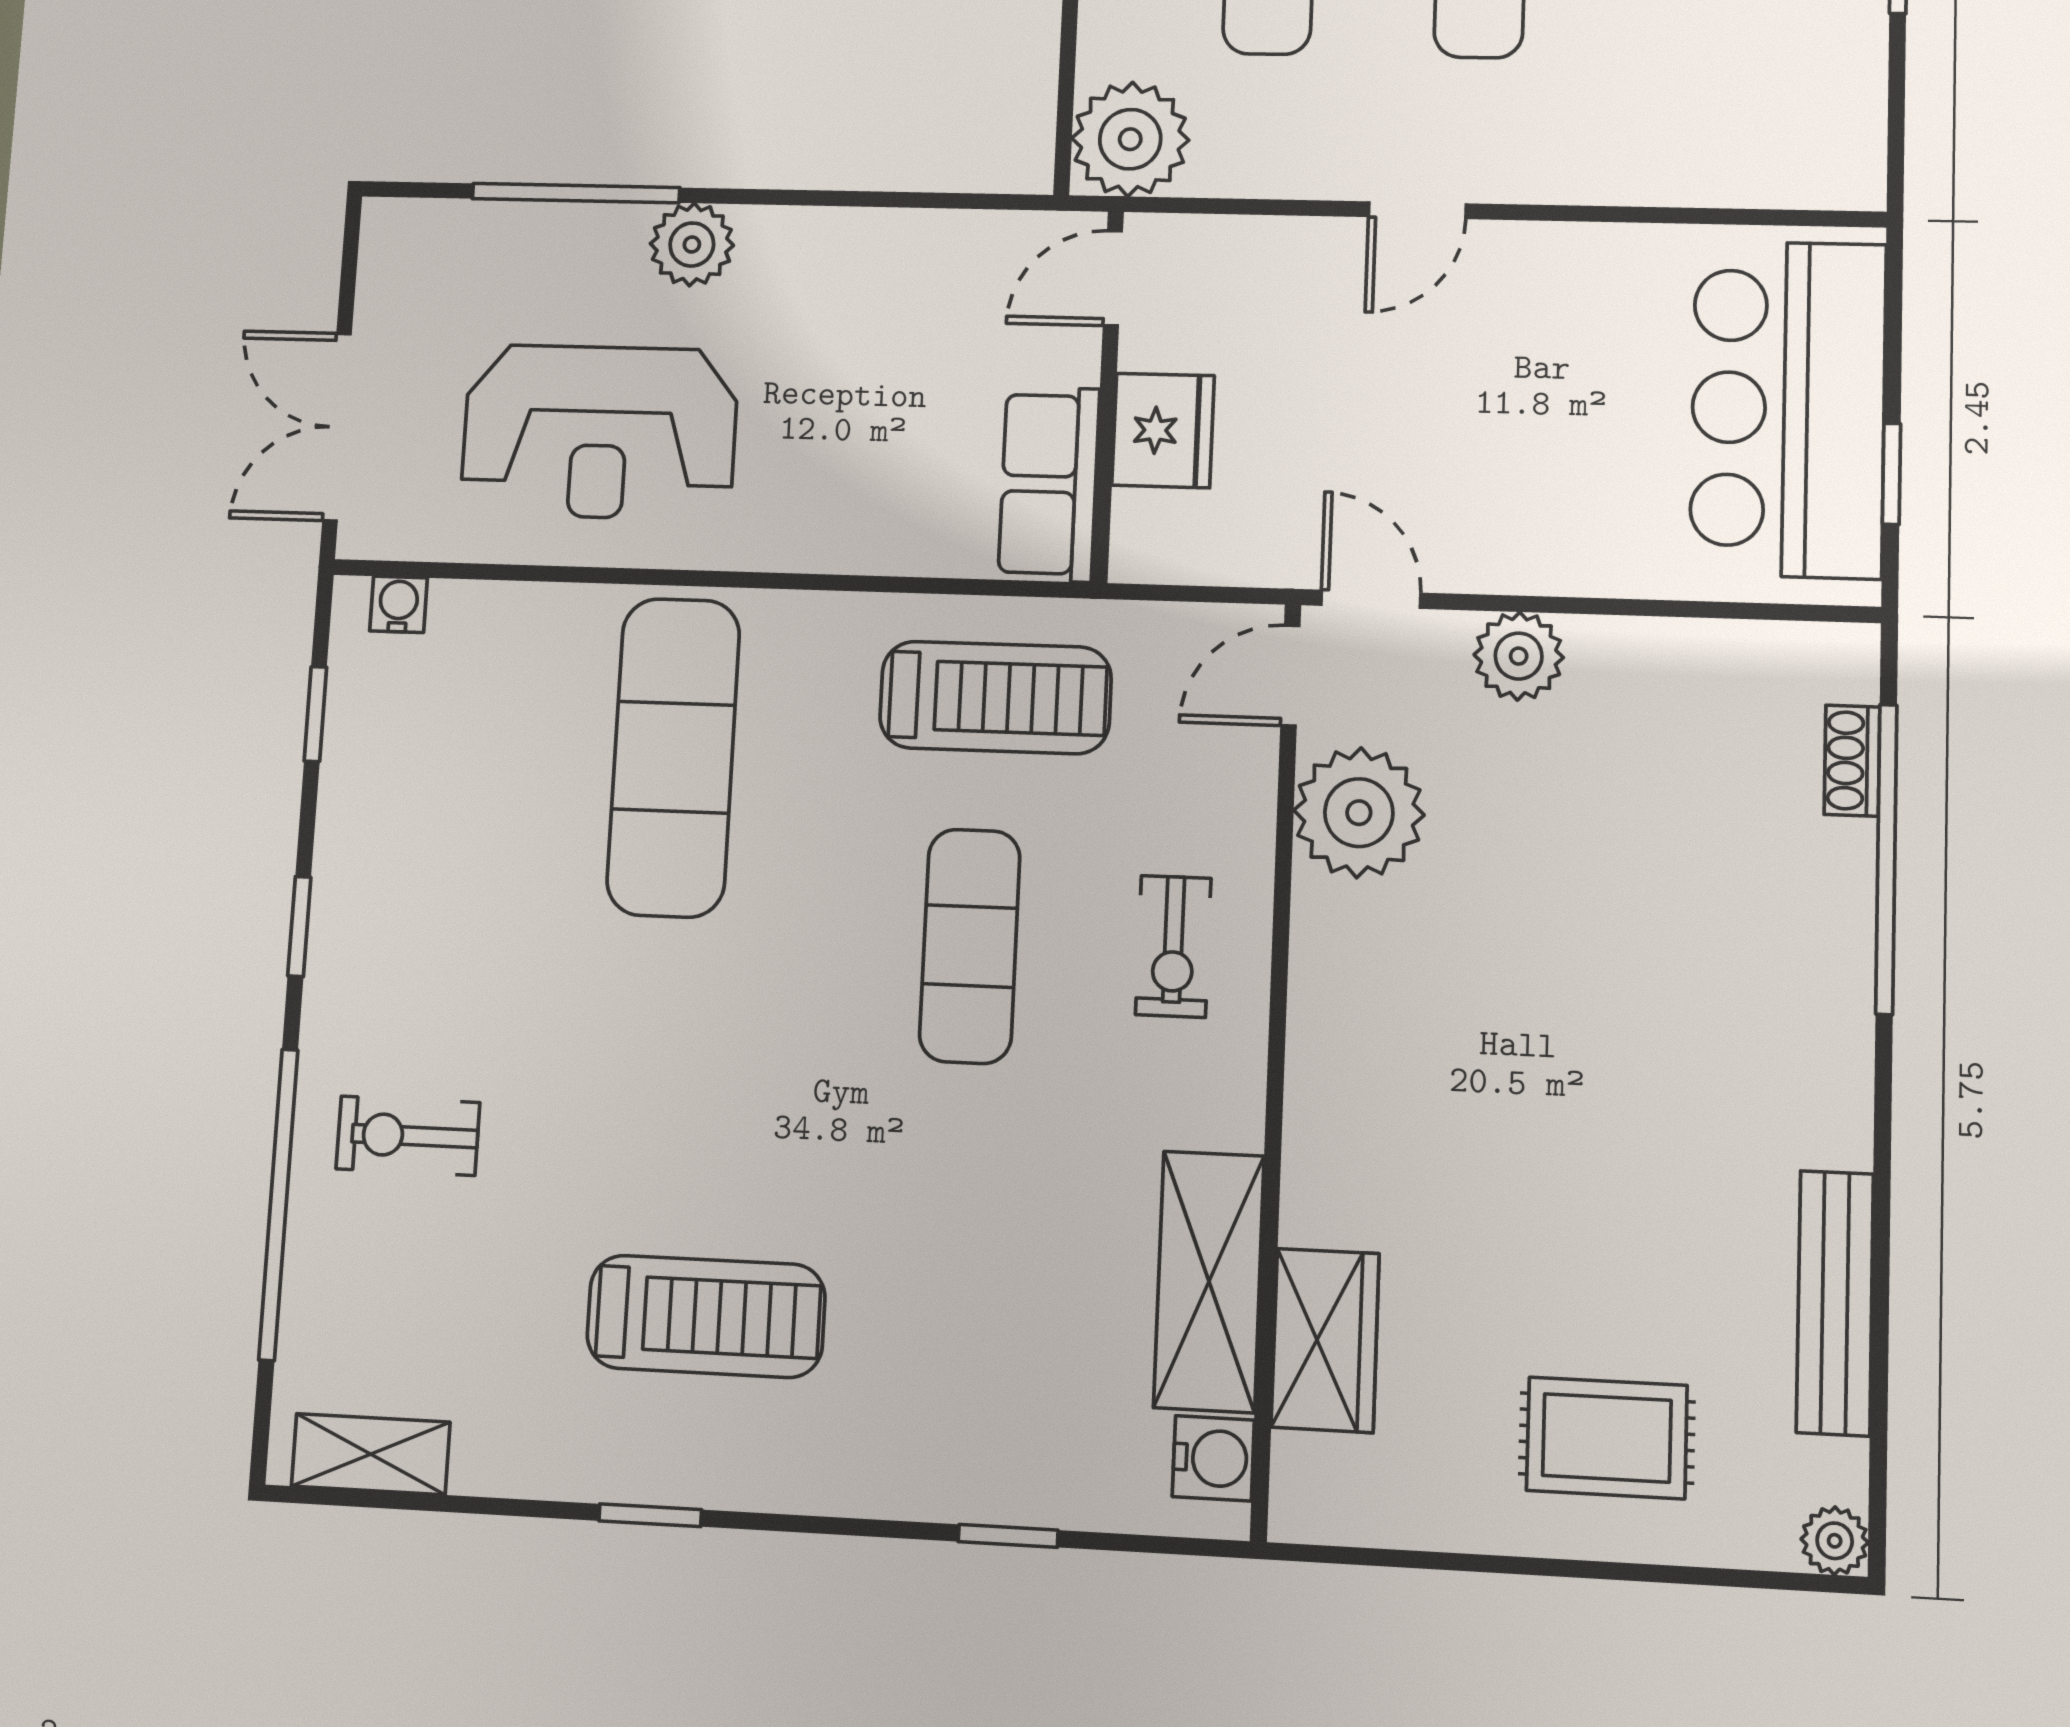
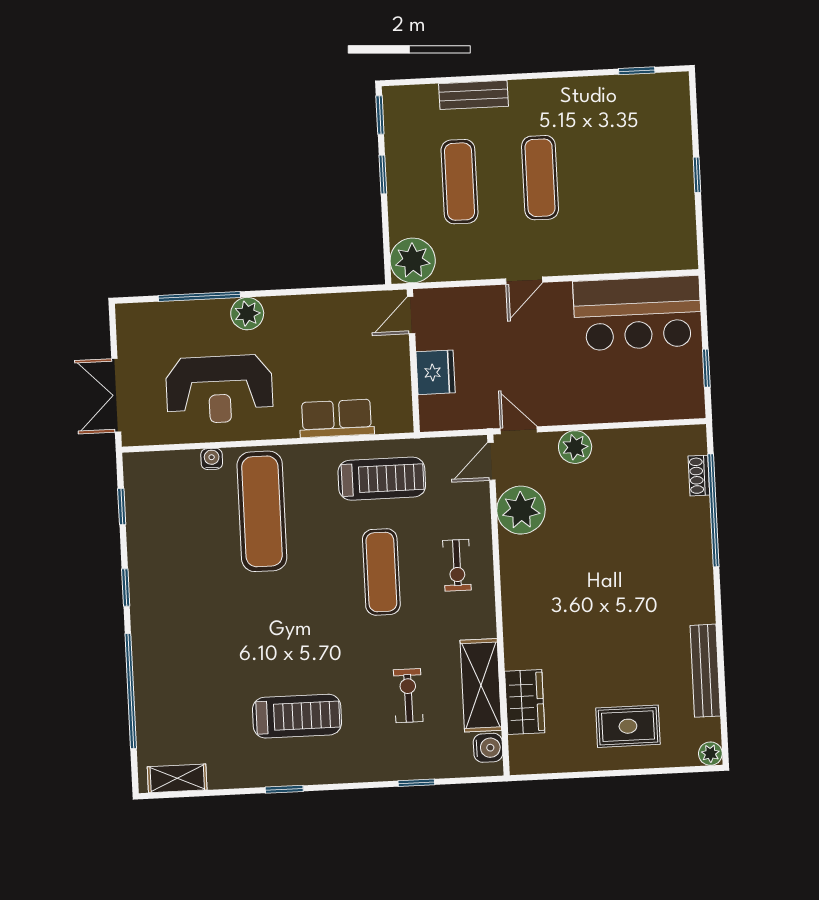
bar counter: (1788, 409) -> (637, 313), moved, turned -90
row of seats: (1049, 484) -> (337, 418), moved, turned 90
water cooler: (399, 604) -> (212, 459), moved
exercise bike: (408, 1136) -> (408, 696), moved, turned 90

